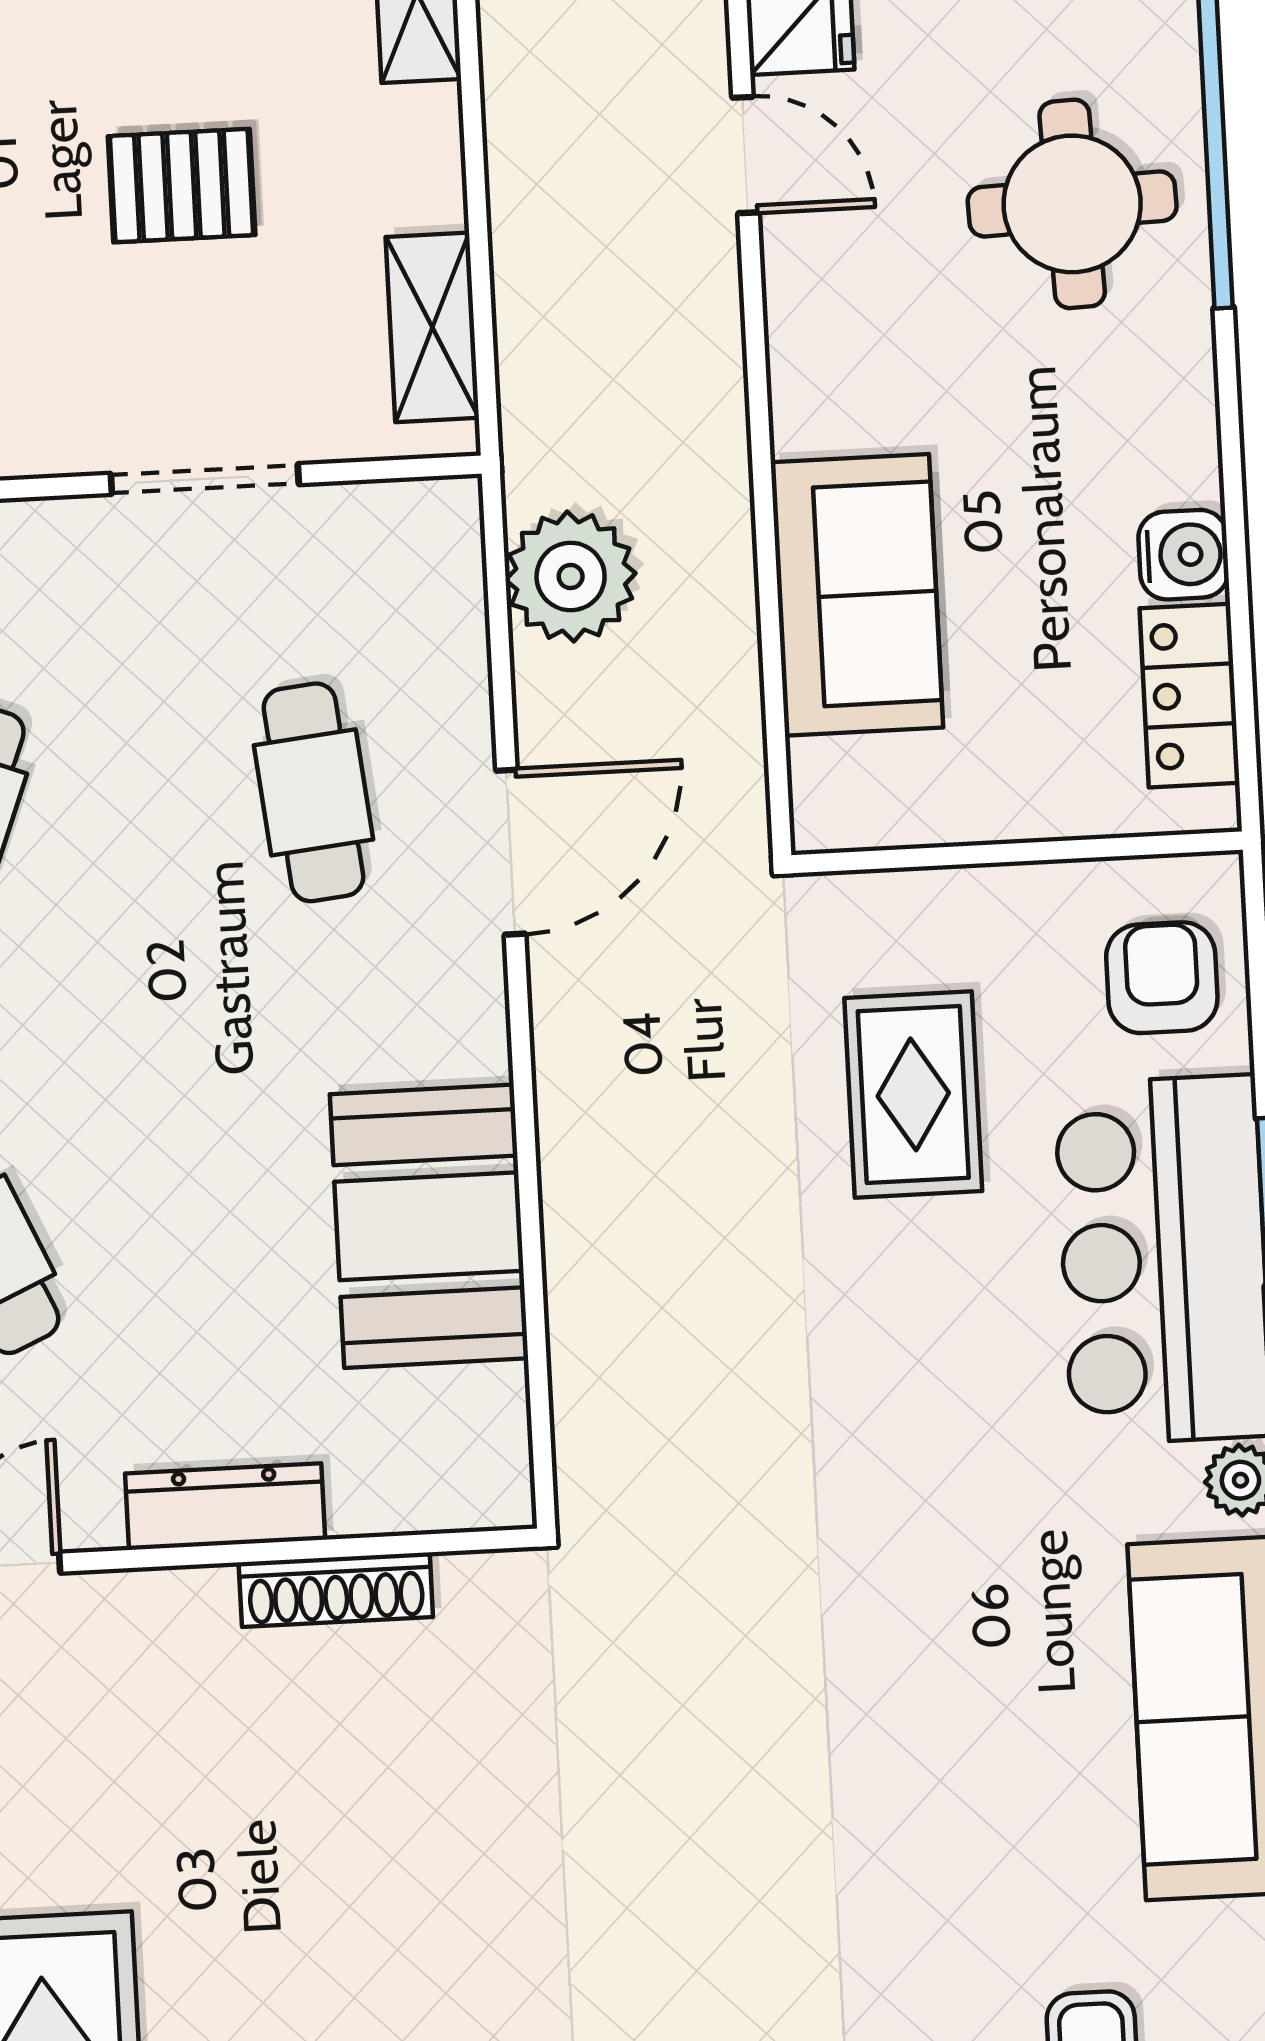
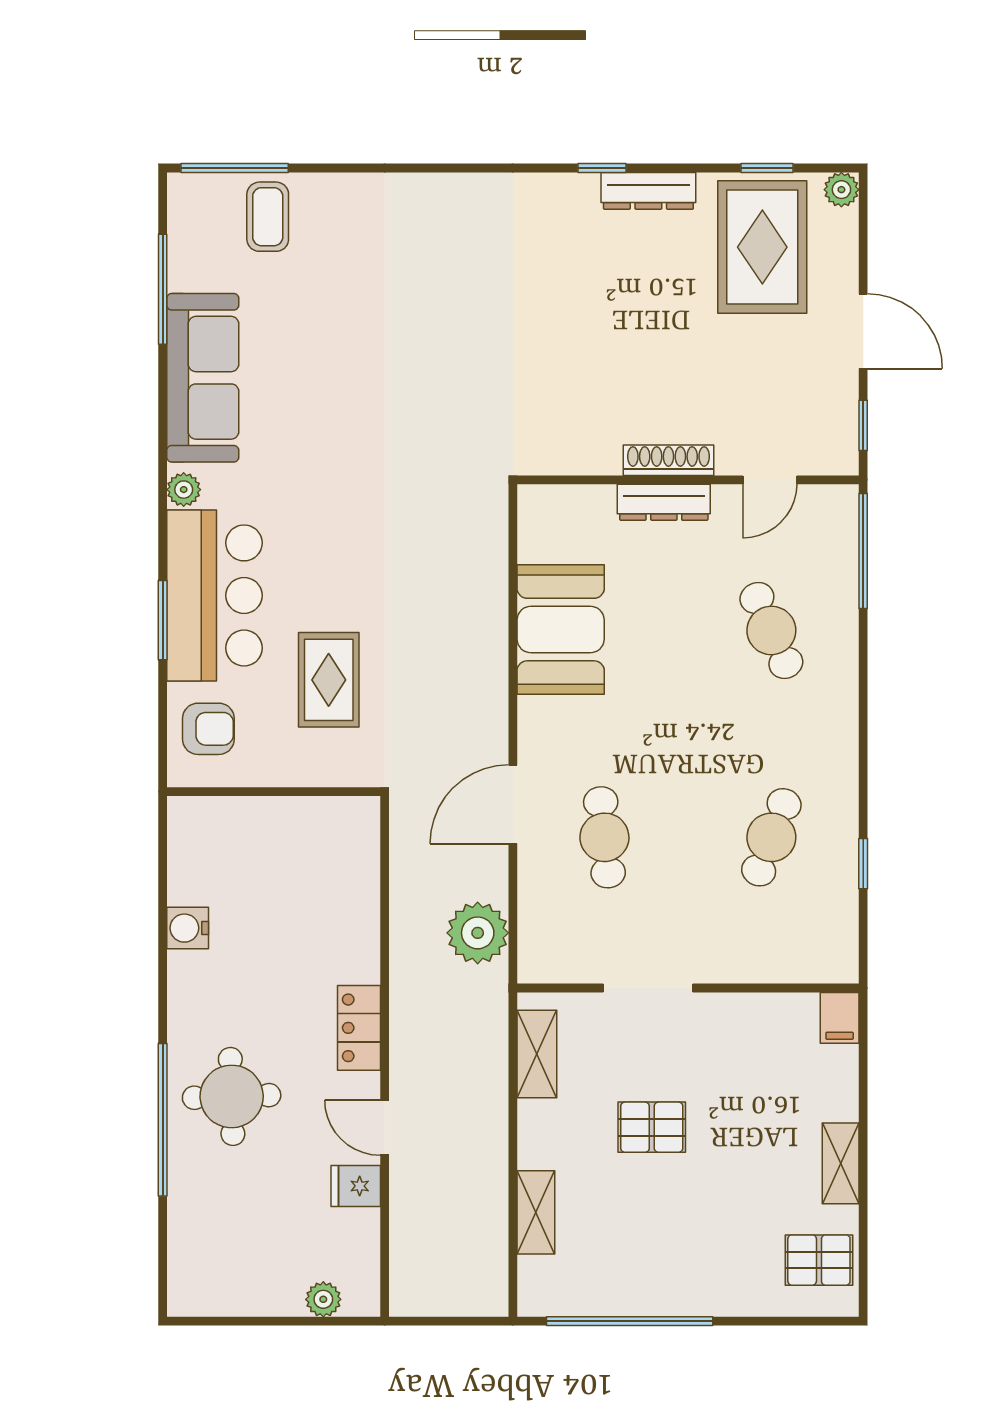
sofa: (857, 595) -> (343, 917), removed
locker: (1190, 696) -> (359, 1028), moved, turned 180
armchair: (1162, 978) -> (208, 729), turned -90
shoe rack: (336, 1590) -> (668, 460), moved

